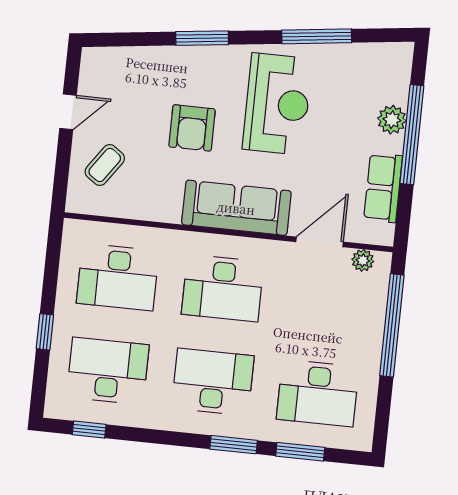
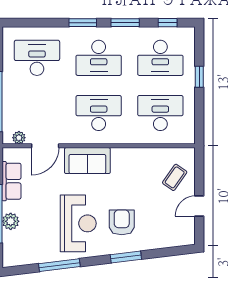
reception desk: (277, 104) -> (78, 223), turned 180
armchair: (192, 128) -> (122, 222), moved
sofa: (236, 208) -> (87, 161), width x0.73
window: (300, 452) -> (125, 23), moved

